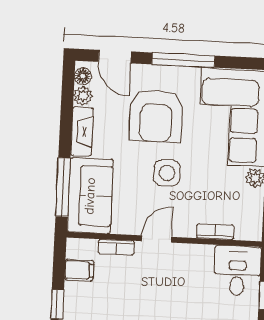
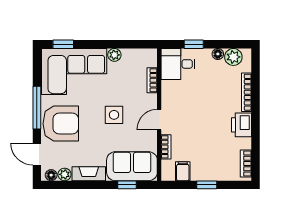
door: (115, 57) -> (37, 154), swing flipped
armchair: (156, 116) -> (61, 124), moved
window: (63, 187) -> (127, 185), width x0.46
door: (157, 239) -> (159, 120), hinge flipped

